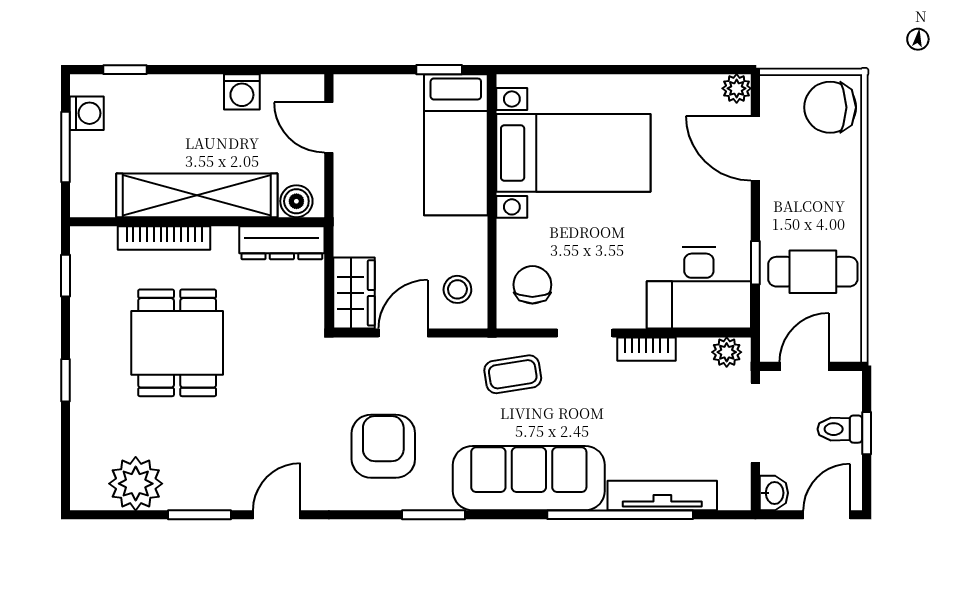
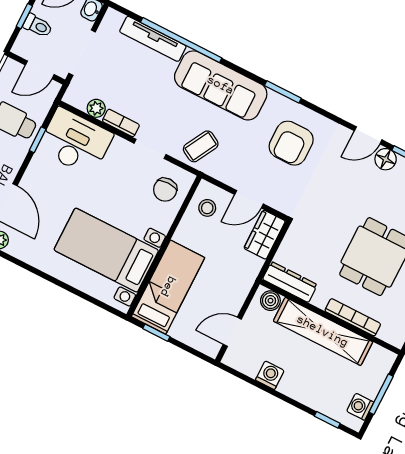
door: (329, 128) -> (232, 332), swing flipped
plant: (727, 352) -> (96, 108), moved
coffee table: (513, 374) -> (201, 146), turned -52
floor lamp: (234, 493) -> (386, 159), added

